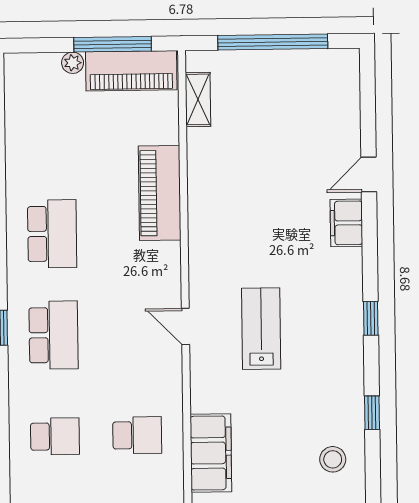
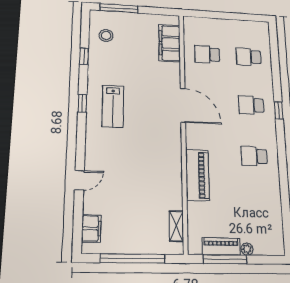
piano: (131, 71) -> (221, 247), width x0.73, depth x0.75
filing cabinet: (346, 223) -> (91, 228), moved
school desk: (52, 234) -> (254, 156), width x0.54
door: (185, 327) -> (183, 105), width x1.87
lab bench: (261, 329) -> (113, 106), moved
school desk: (54, 335) -> (251, 105), width x0.54

